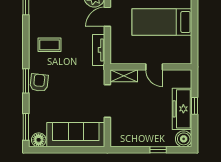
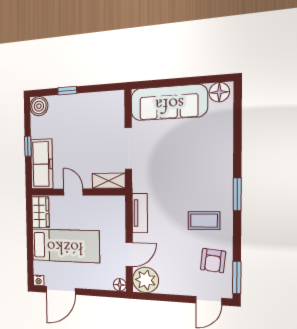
wardrobe: (184, 50) -> (40, 212), added
window: (26, 81) -> (237, 194), moved
armchair: (39, 83) -> (213, 261), moved
freezer: (182, 109) -> (42, 164), moved
window: (26, 127) -> (238, 109), removed

